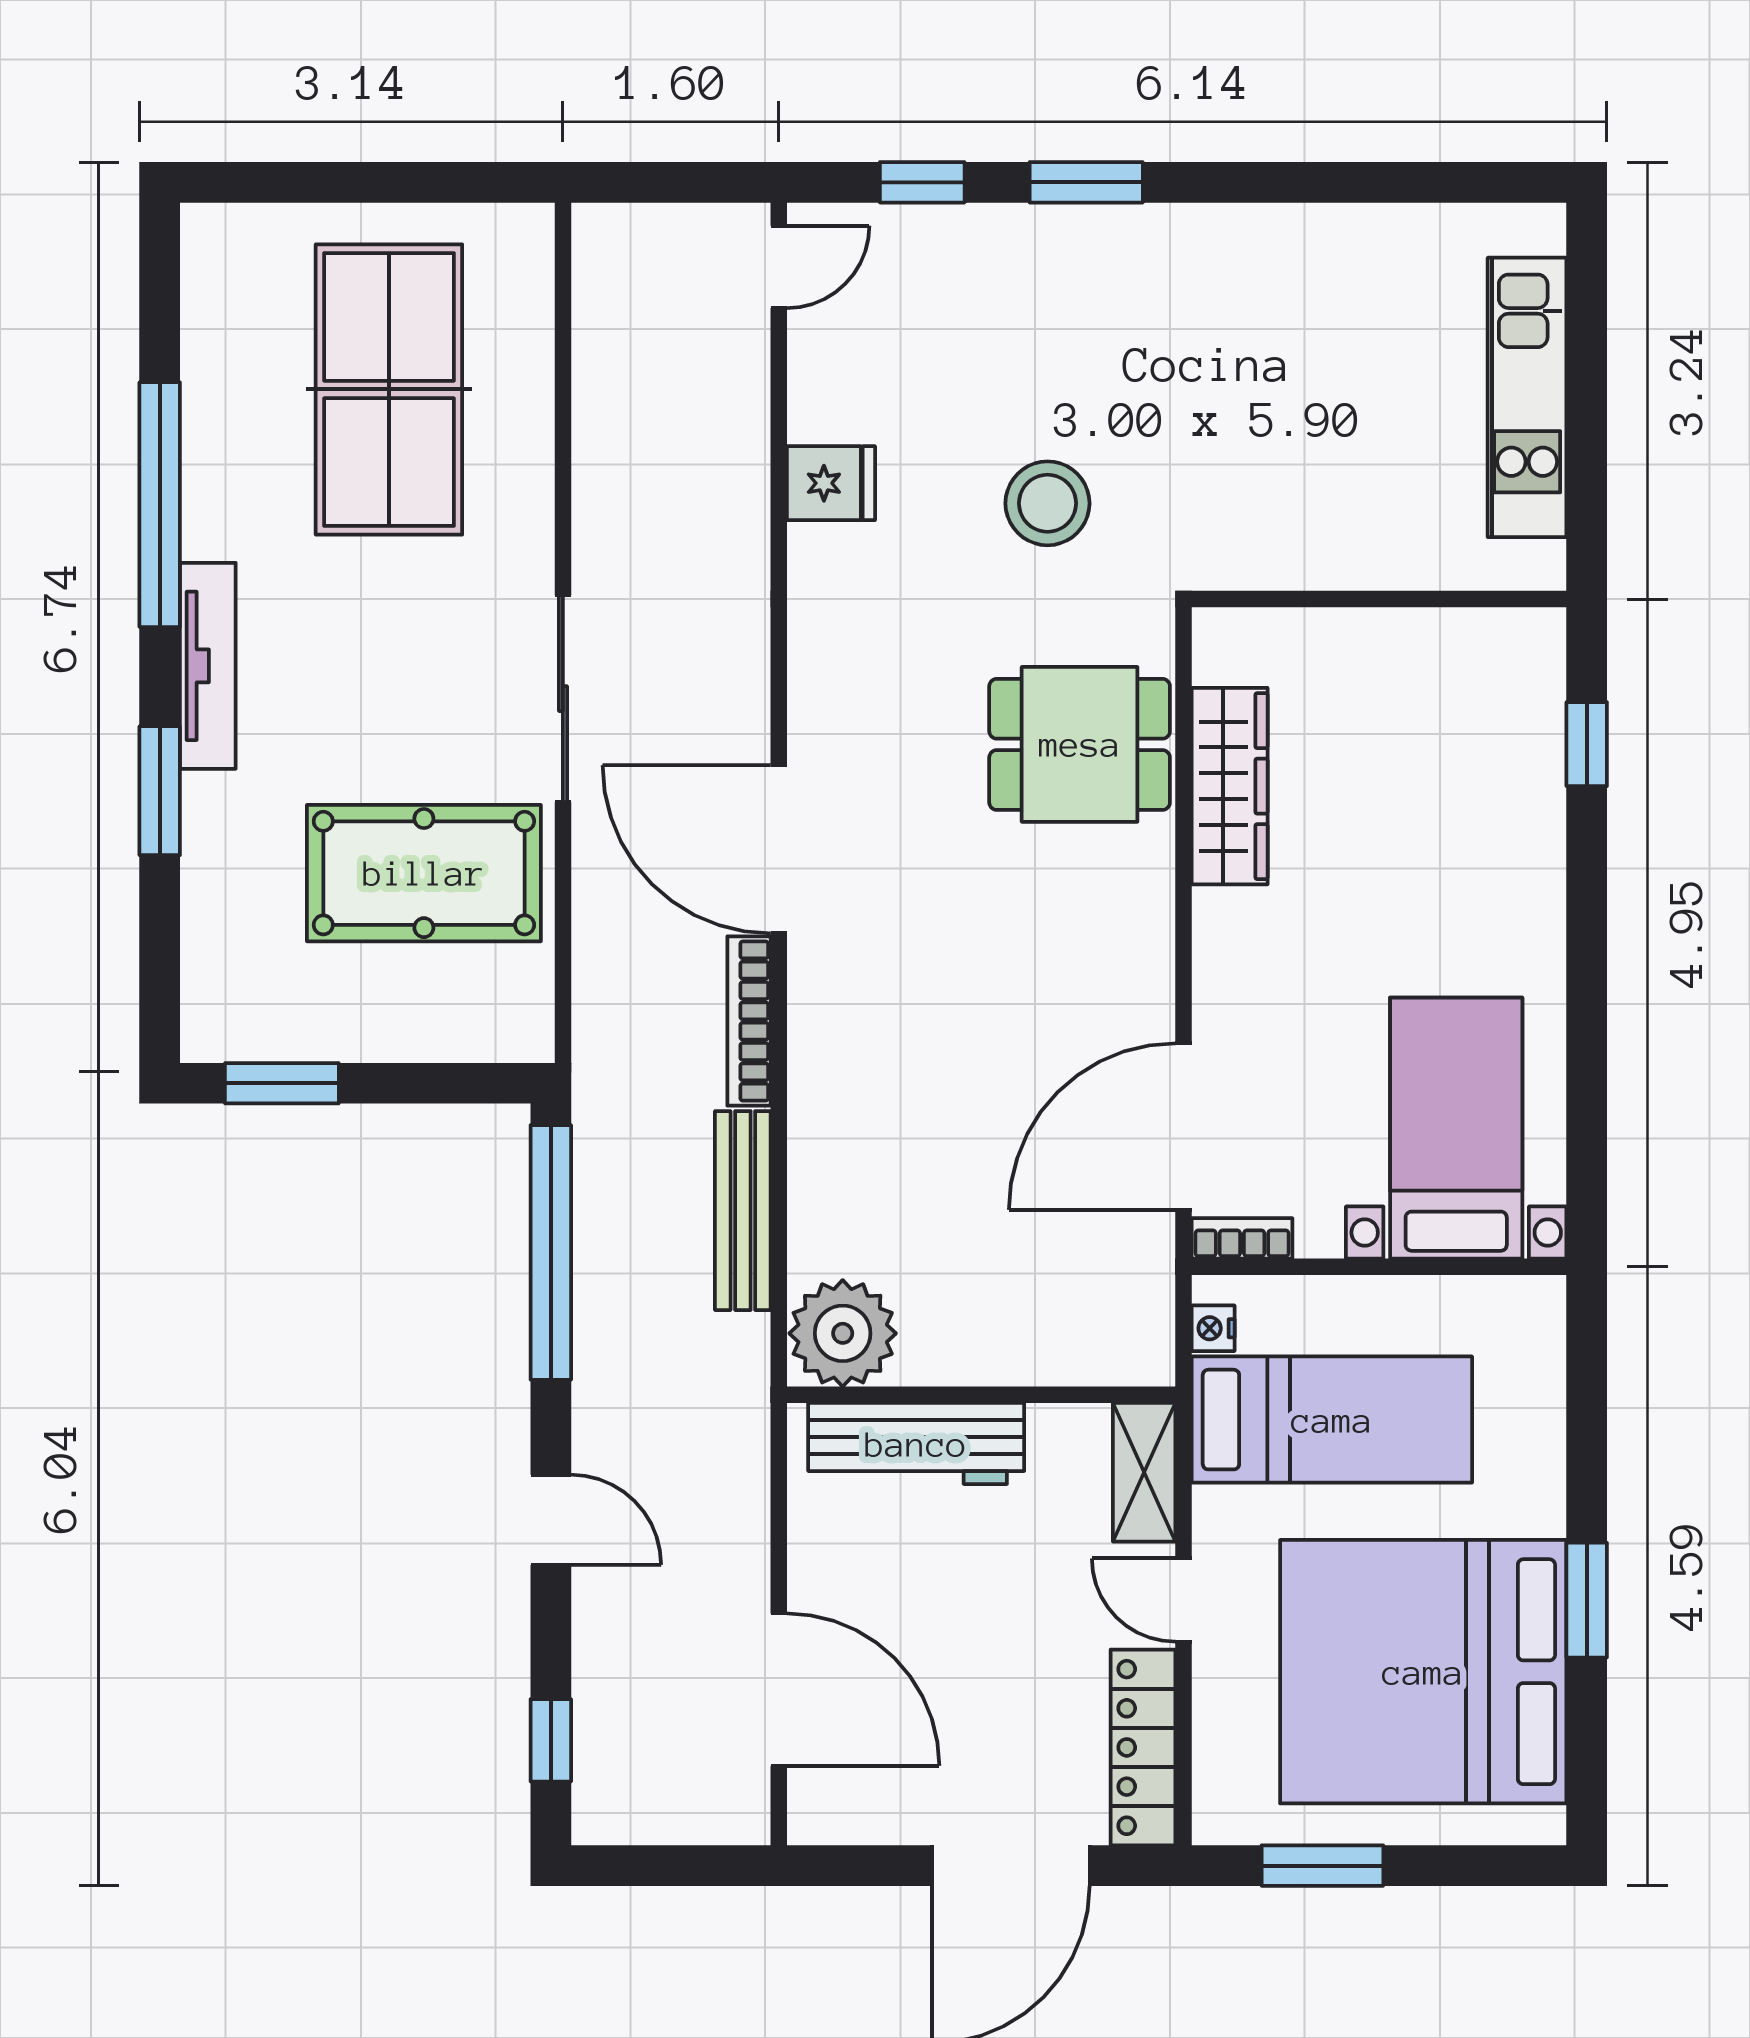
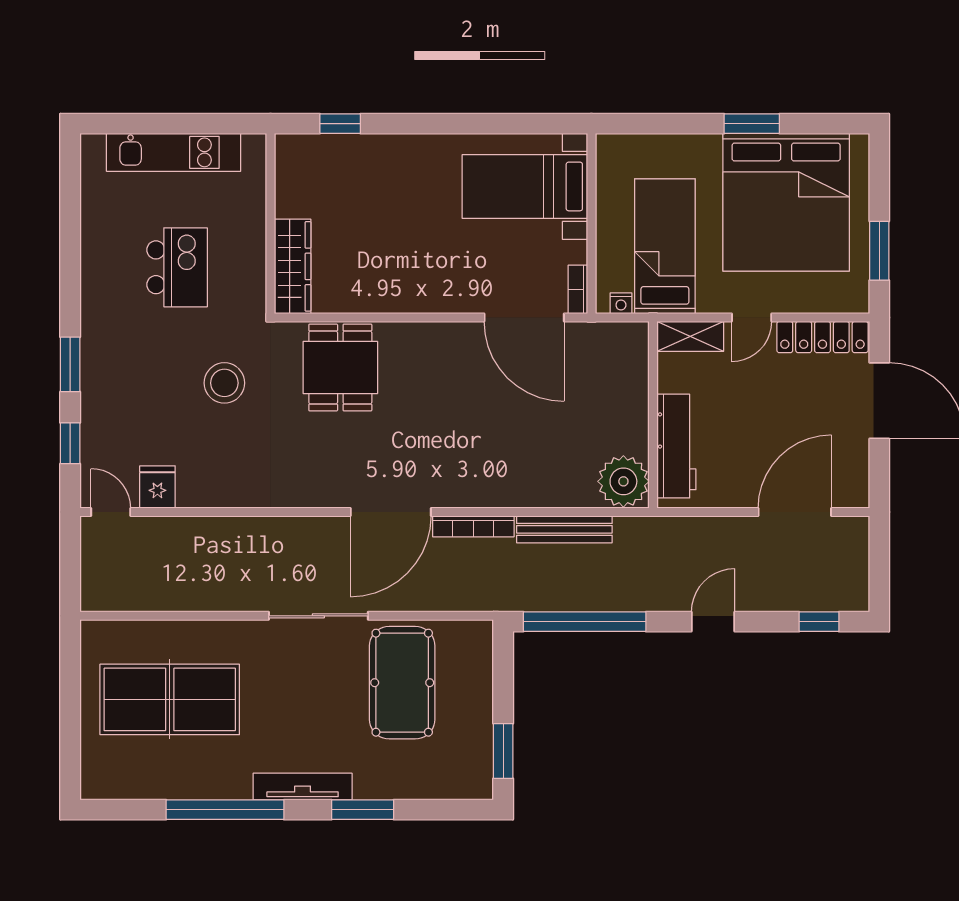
kitchen island: (1288, 405) -> (177, 267), added
fridge: (831, 483) -> (157, 487), moved
wardrobe: (1230, 786) -> (293, 266), moved, turned 90

